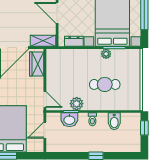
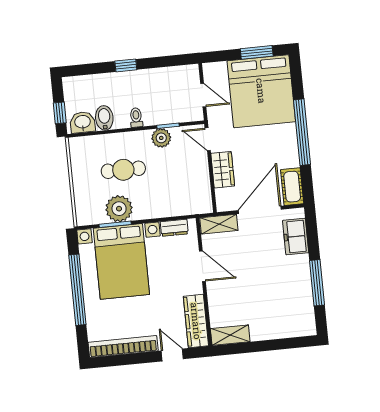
plant: (106, 54) -> (119, 209), width x1.88, depth x1.88
wardrobe: (37, 64) -> (223, 170), moved
washbasin: (69, 120) -> (83, 122), moved
door: (45, 130) -> (203, 95), hinge flipped

